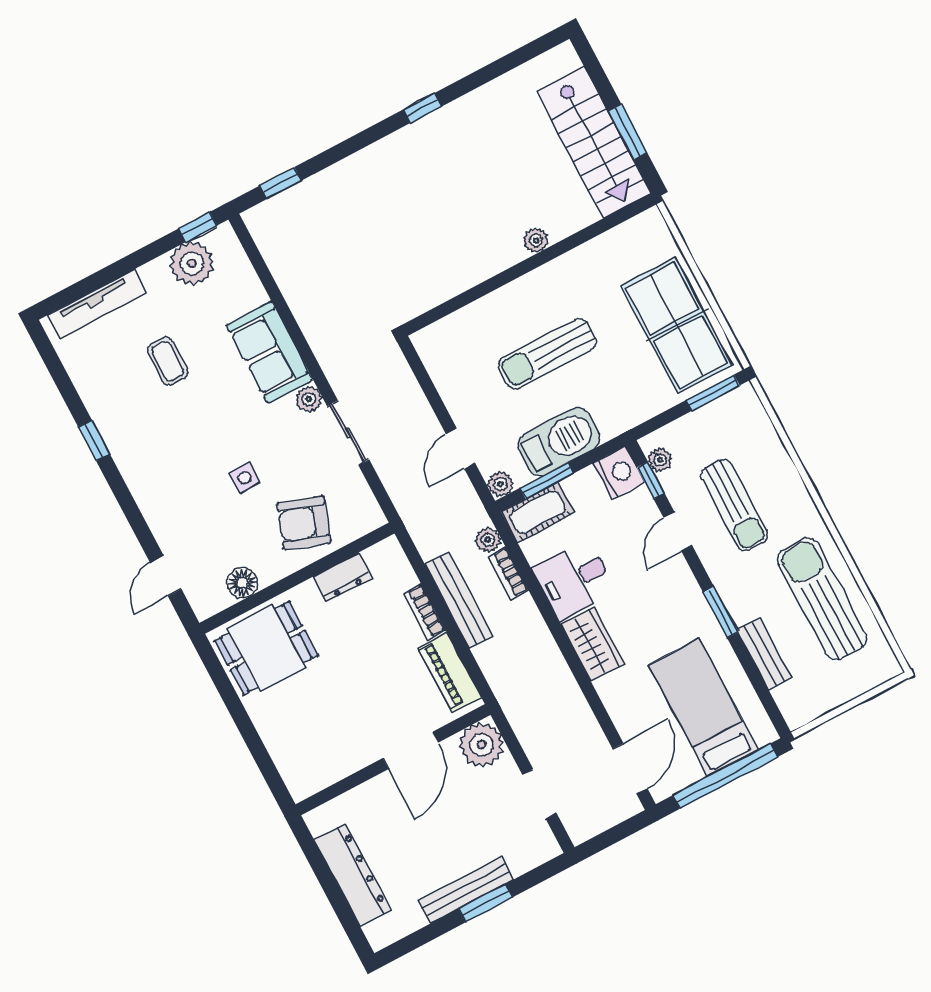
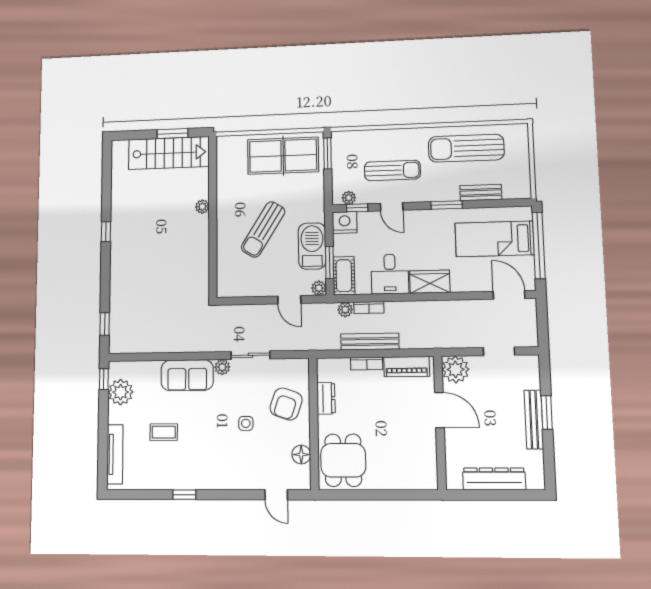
sun lounger: (547, 354) -> (263, 229), turned 32

